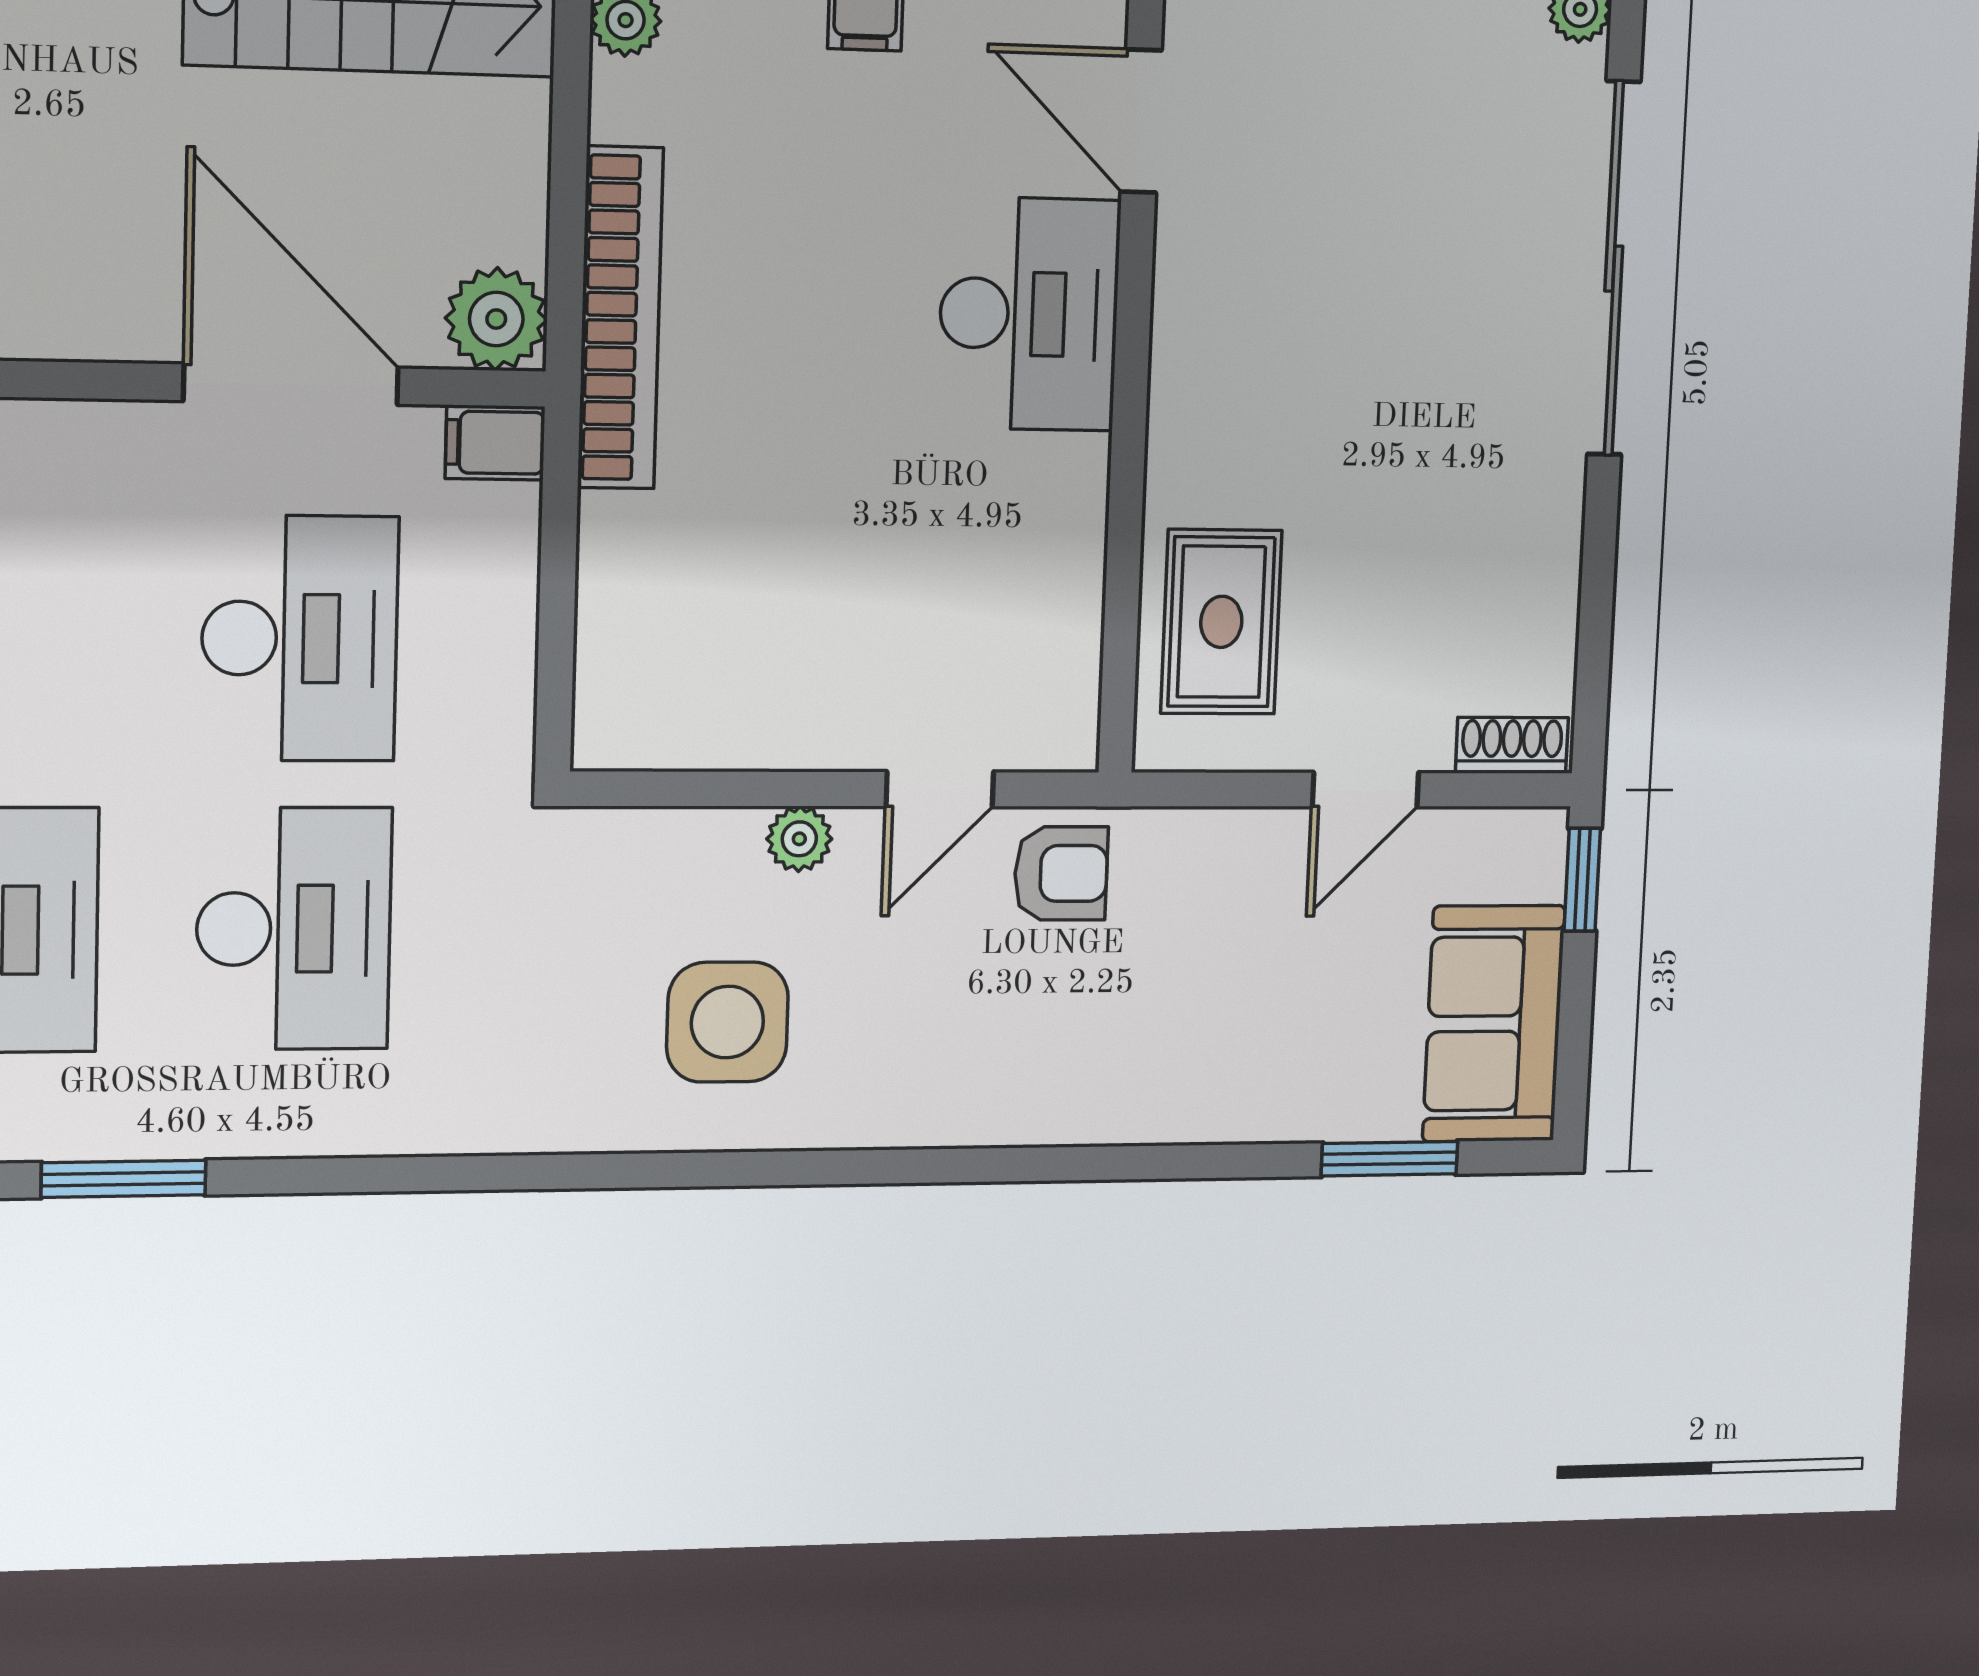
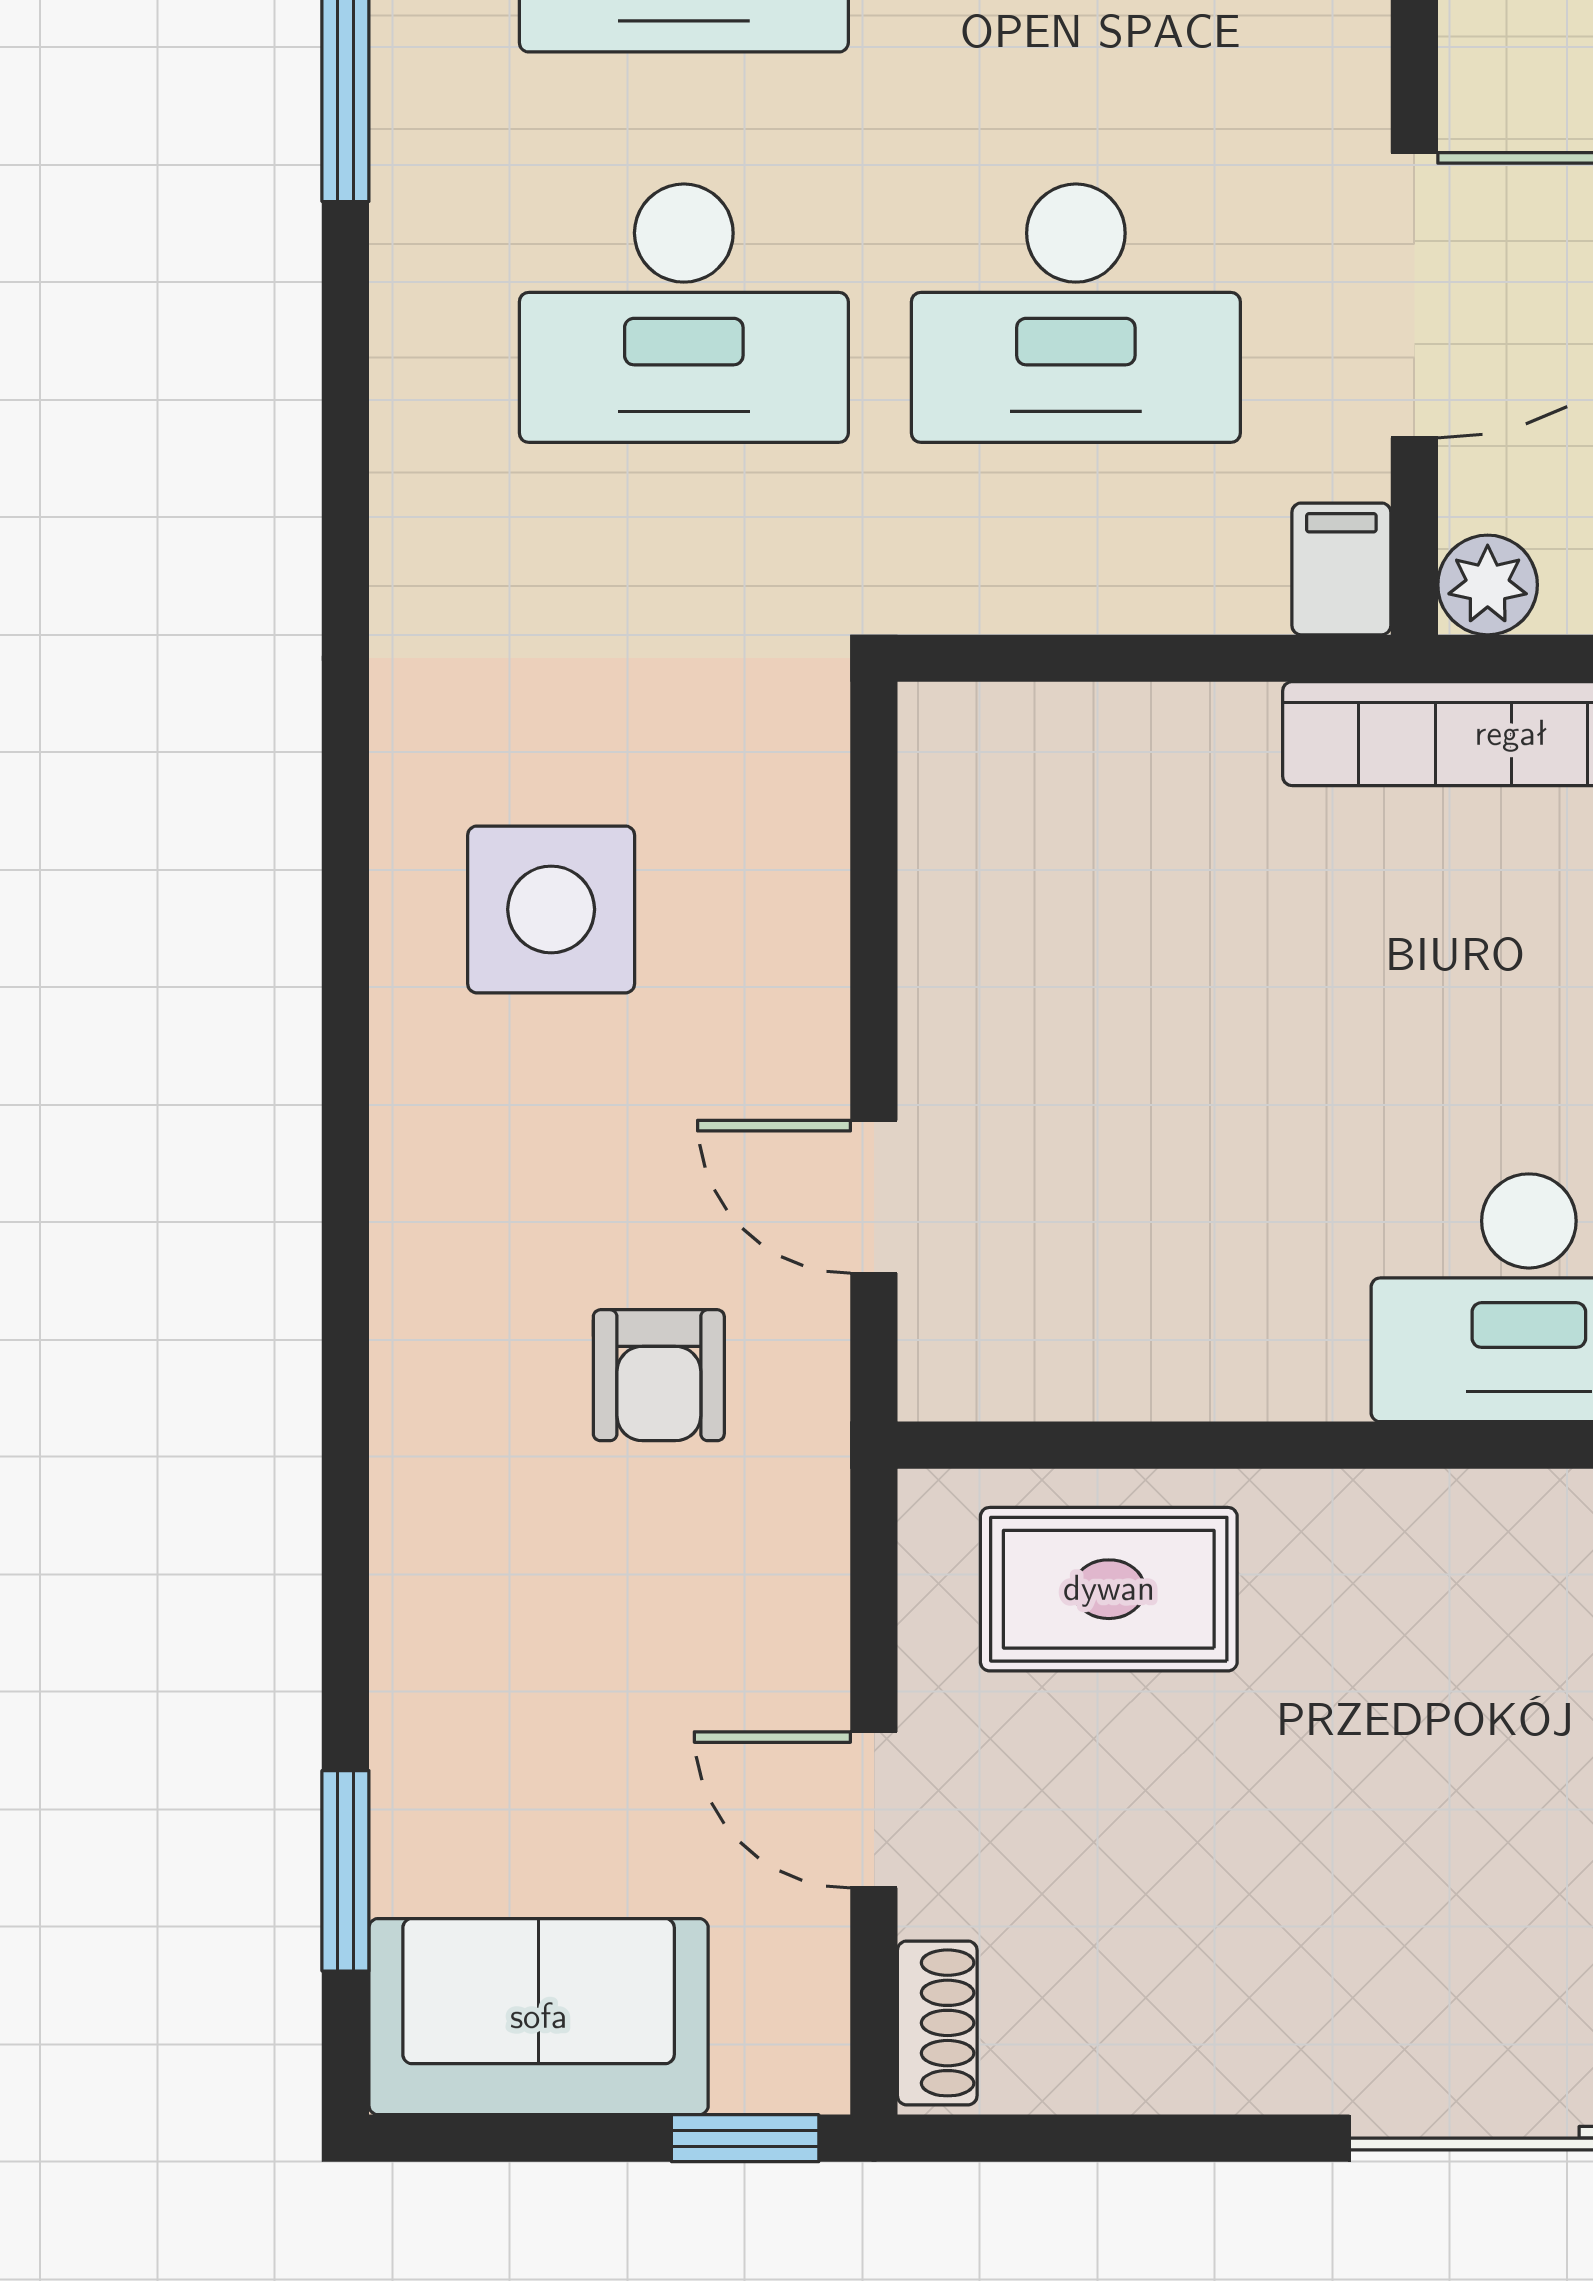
plant: (496, 319) -> (1488, 585), width x0.73, depth x0.73
plant: (799, 839) -> (805, 1002), removed
armchair: (1061, 873) -> (659, 1375), moved

